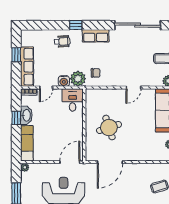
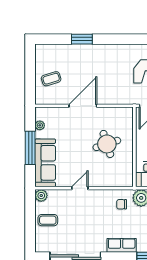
door: (110, 162) -> (83, 106), moved

